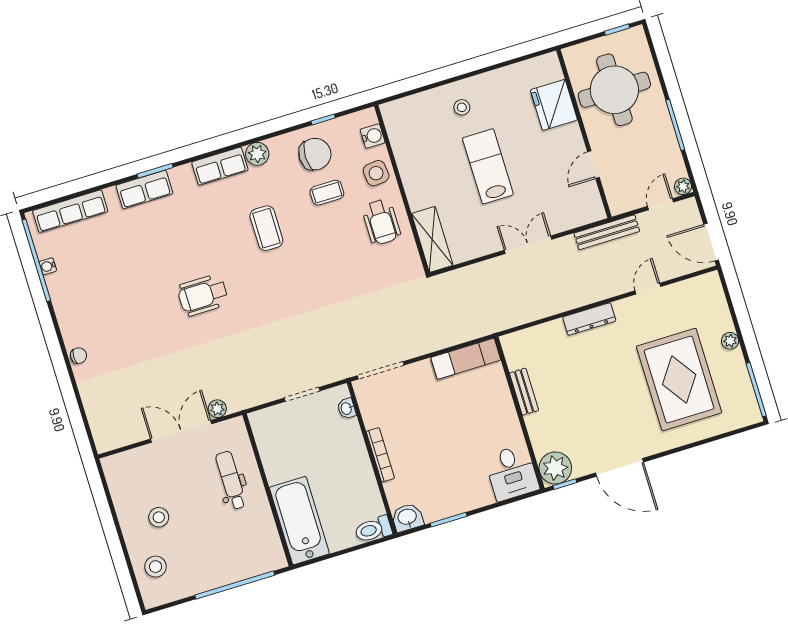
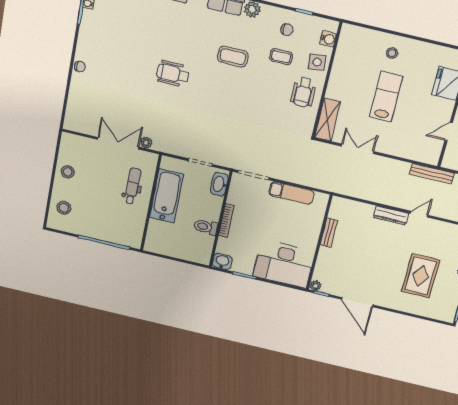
chair: (315, 154) -> (287, 30), width x0.54, depth x0.54
coffee table: (266, 228) -> (233, 57), turned 90
double door: (528, 245) -> (357, 149), moved
door: (648, 289) -> (419, 214), moved
exam couch: (466, 359) -> (291, 193), moved
rug: (679, 380) -> (421, 276), width x0.73, depth x0.69
washbasin: (347, 408) -> (219, 184), width x1.91, depth x1.45
plant: (555, 468) -> (315, 286), width x0.53, depth x0.53
desk: (512, 473) -> (284, 264), width x1.87, depth x1.30
stool: (159, 517) -> (68, 172), moved
bathtub: (299, 521) -> (167, 196), moved
toilet: (373, 529) -> (206, 227), moved

